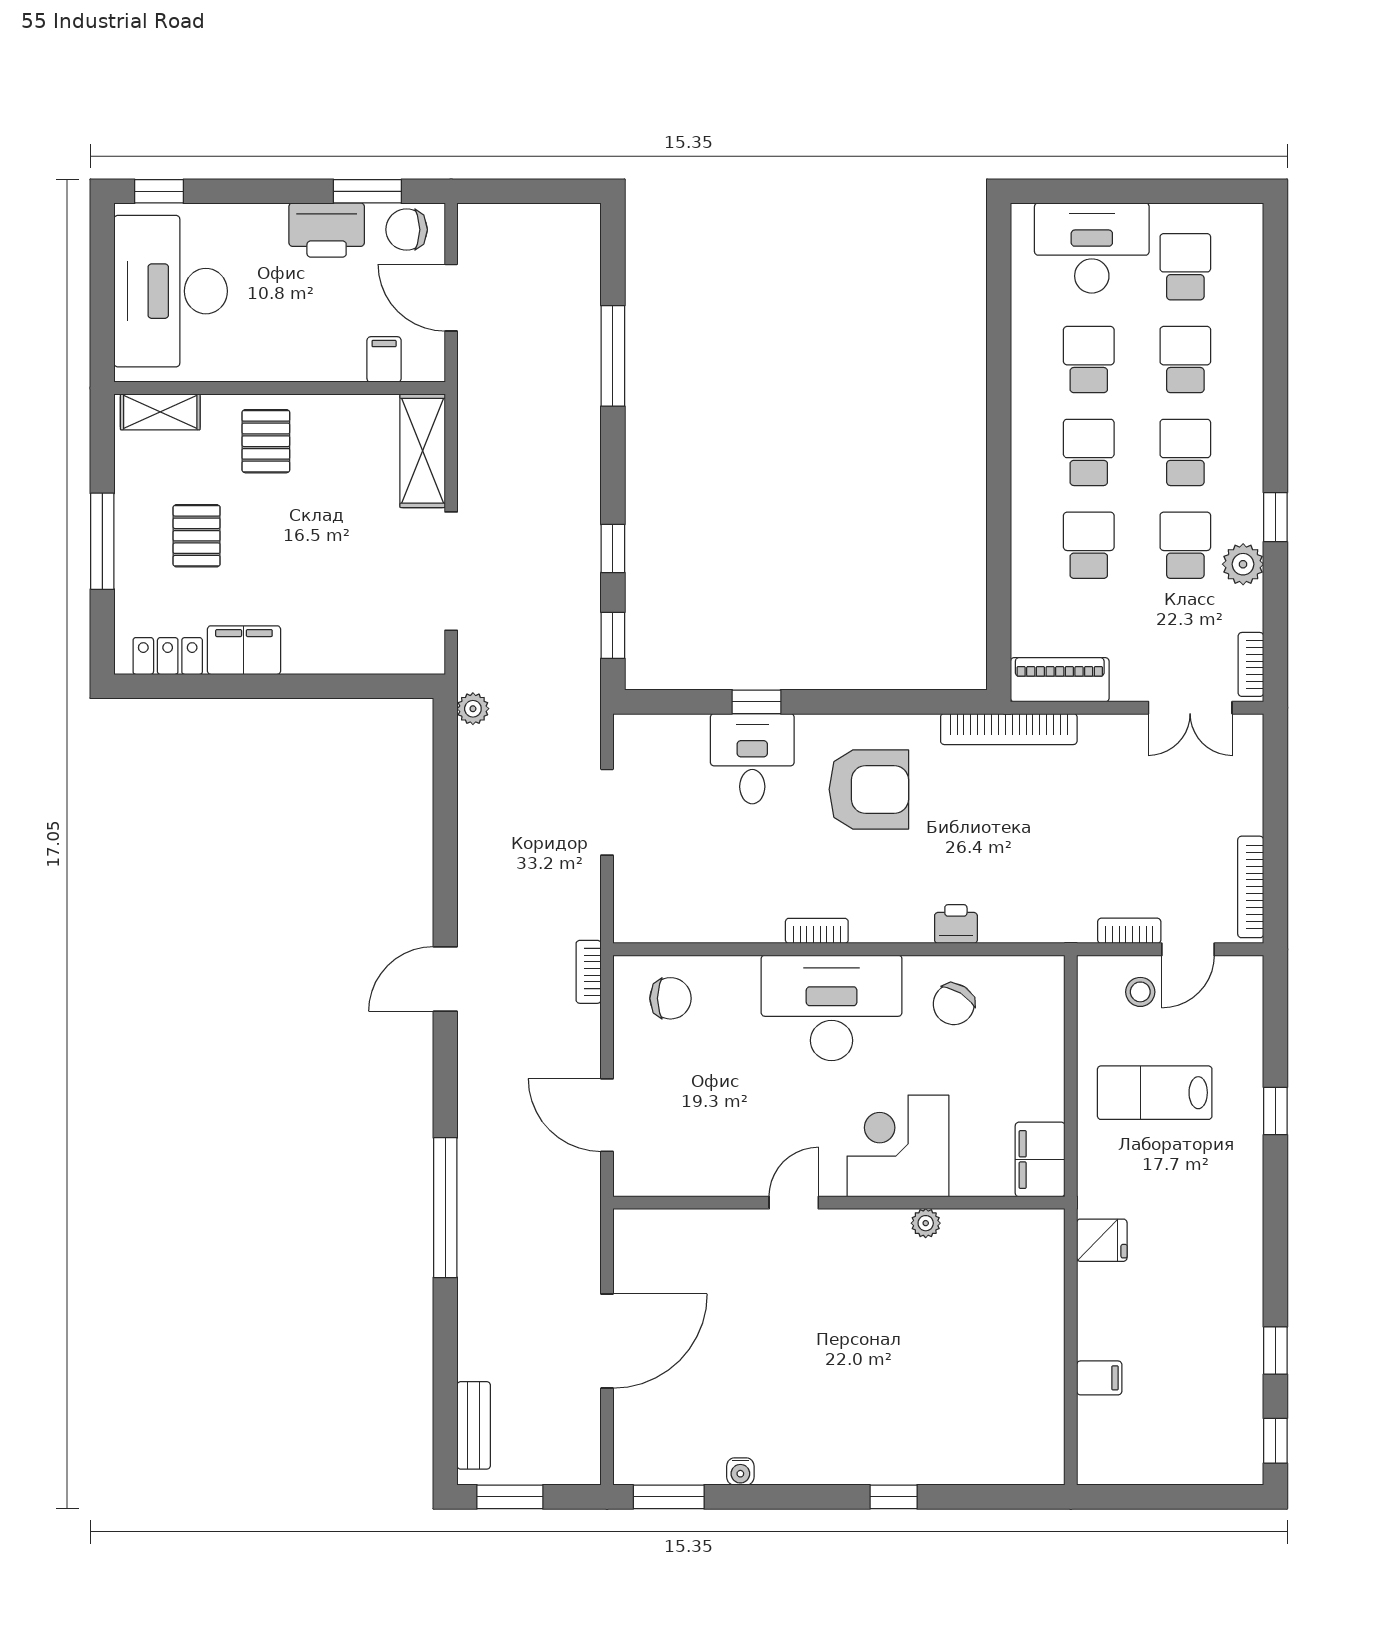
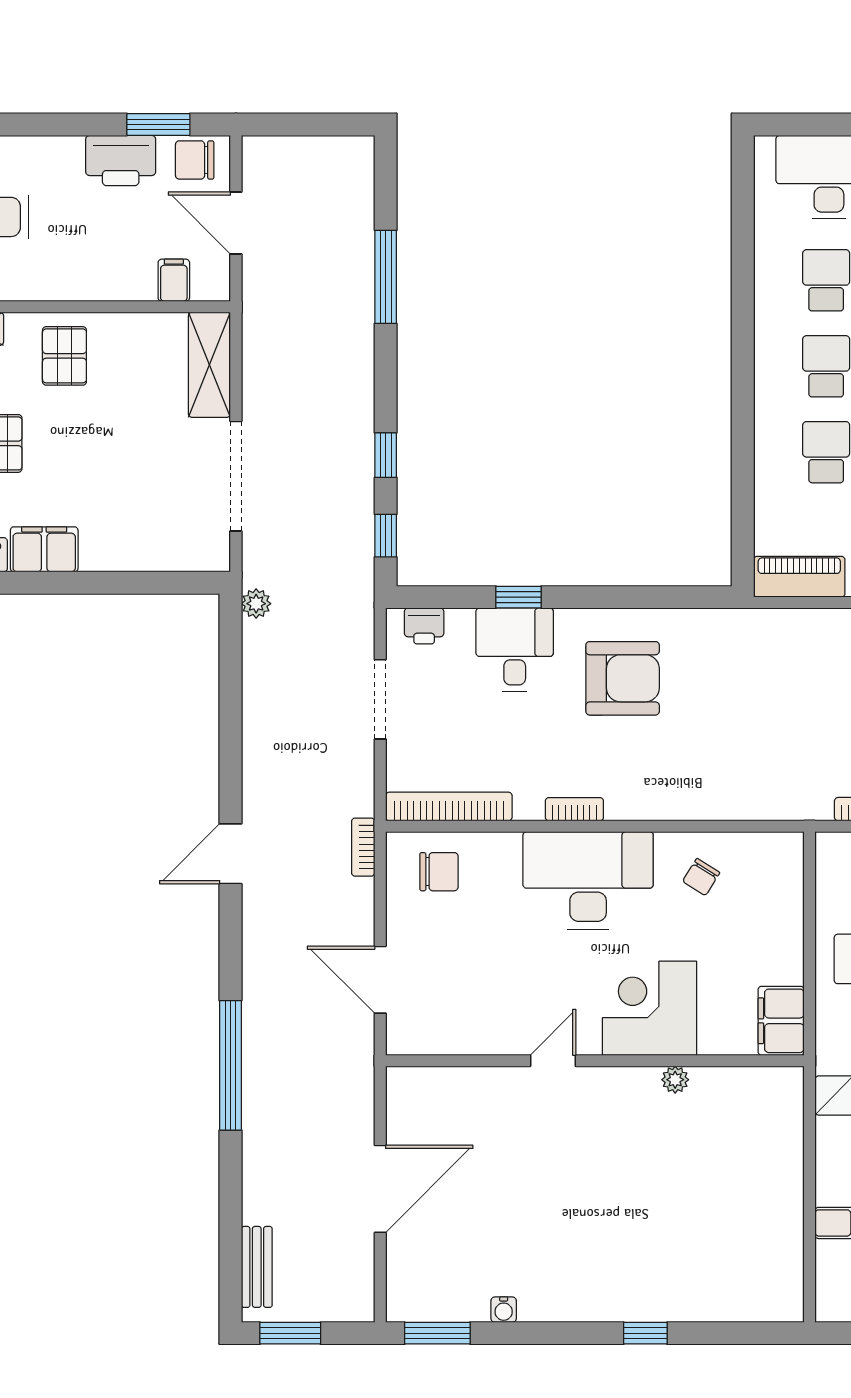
bookcase: (1009, 729) -> (449, 806), moved, turned 180
printer: (956, 924) -> (424, 626), moved, turned 180
chair: (954, 1004) -> (701, 877), width x0.73, depth x0.73

